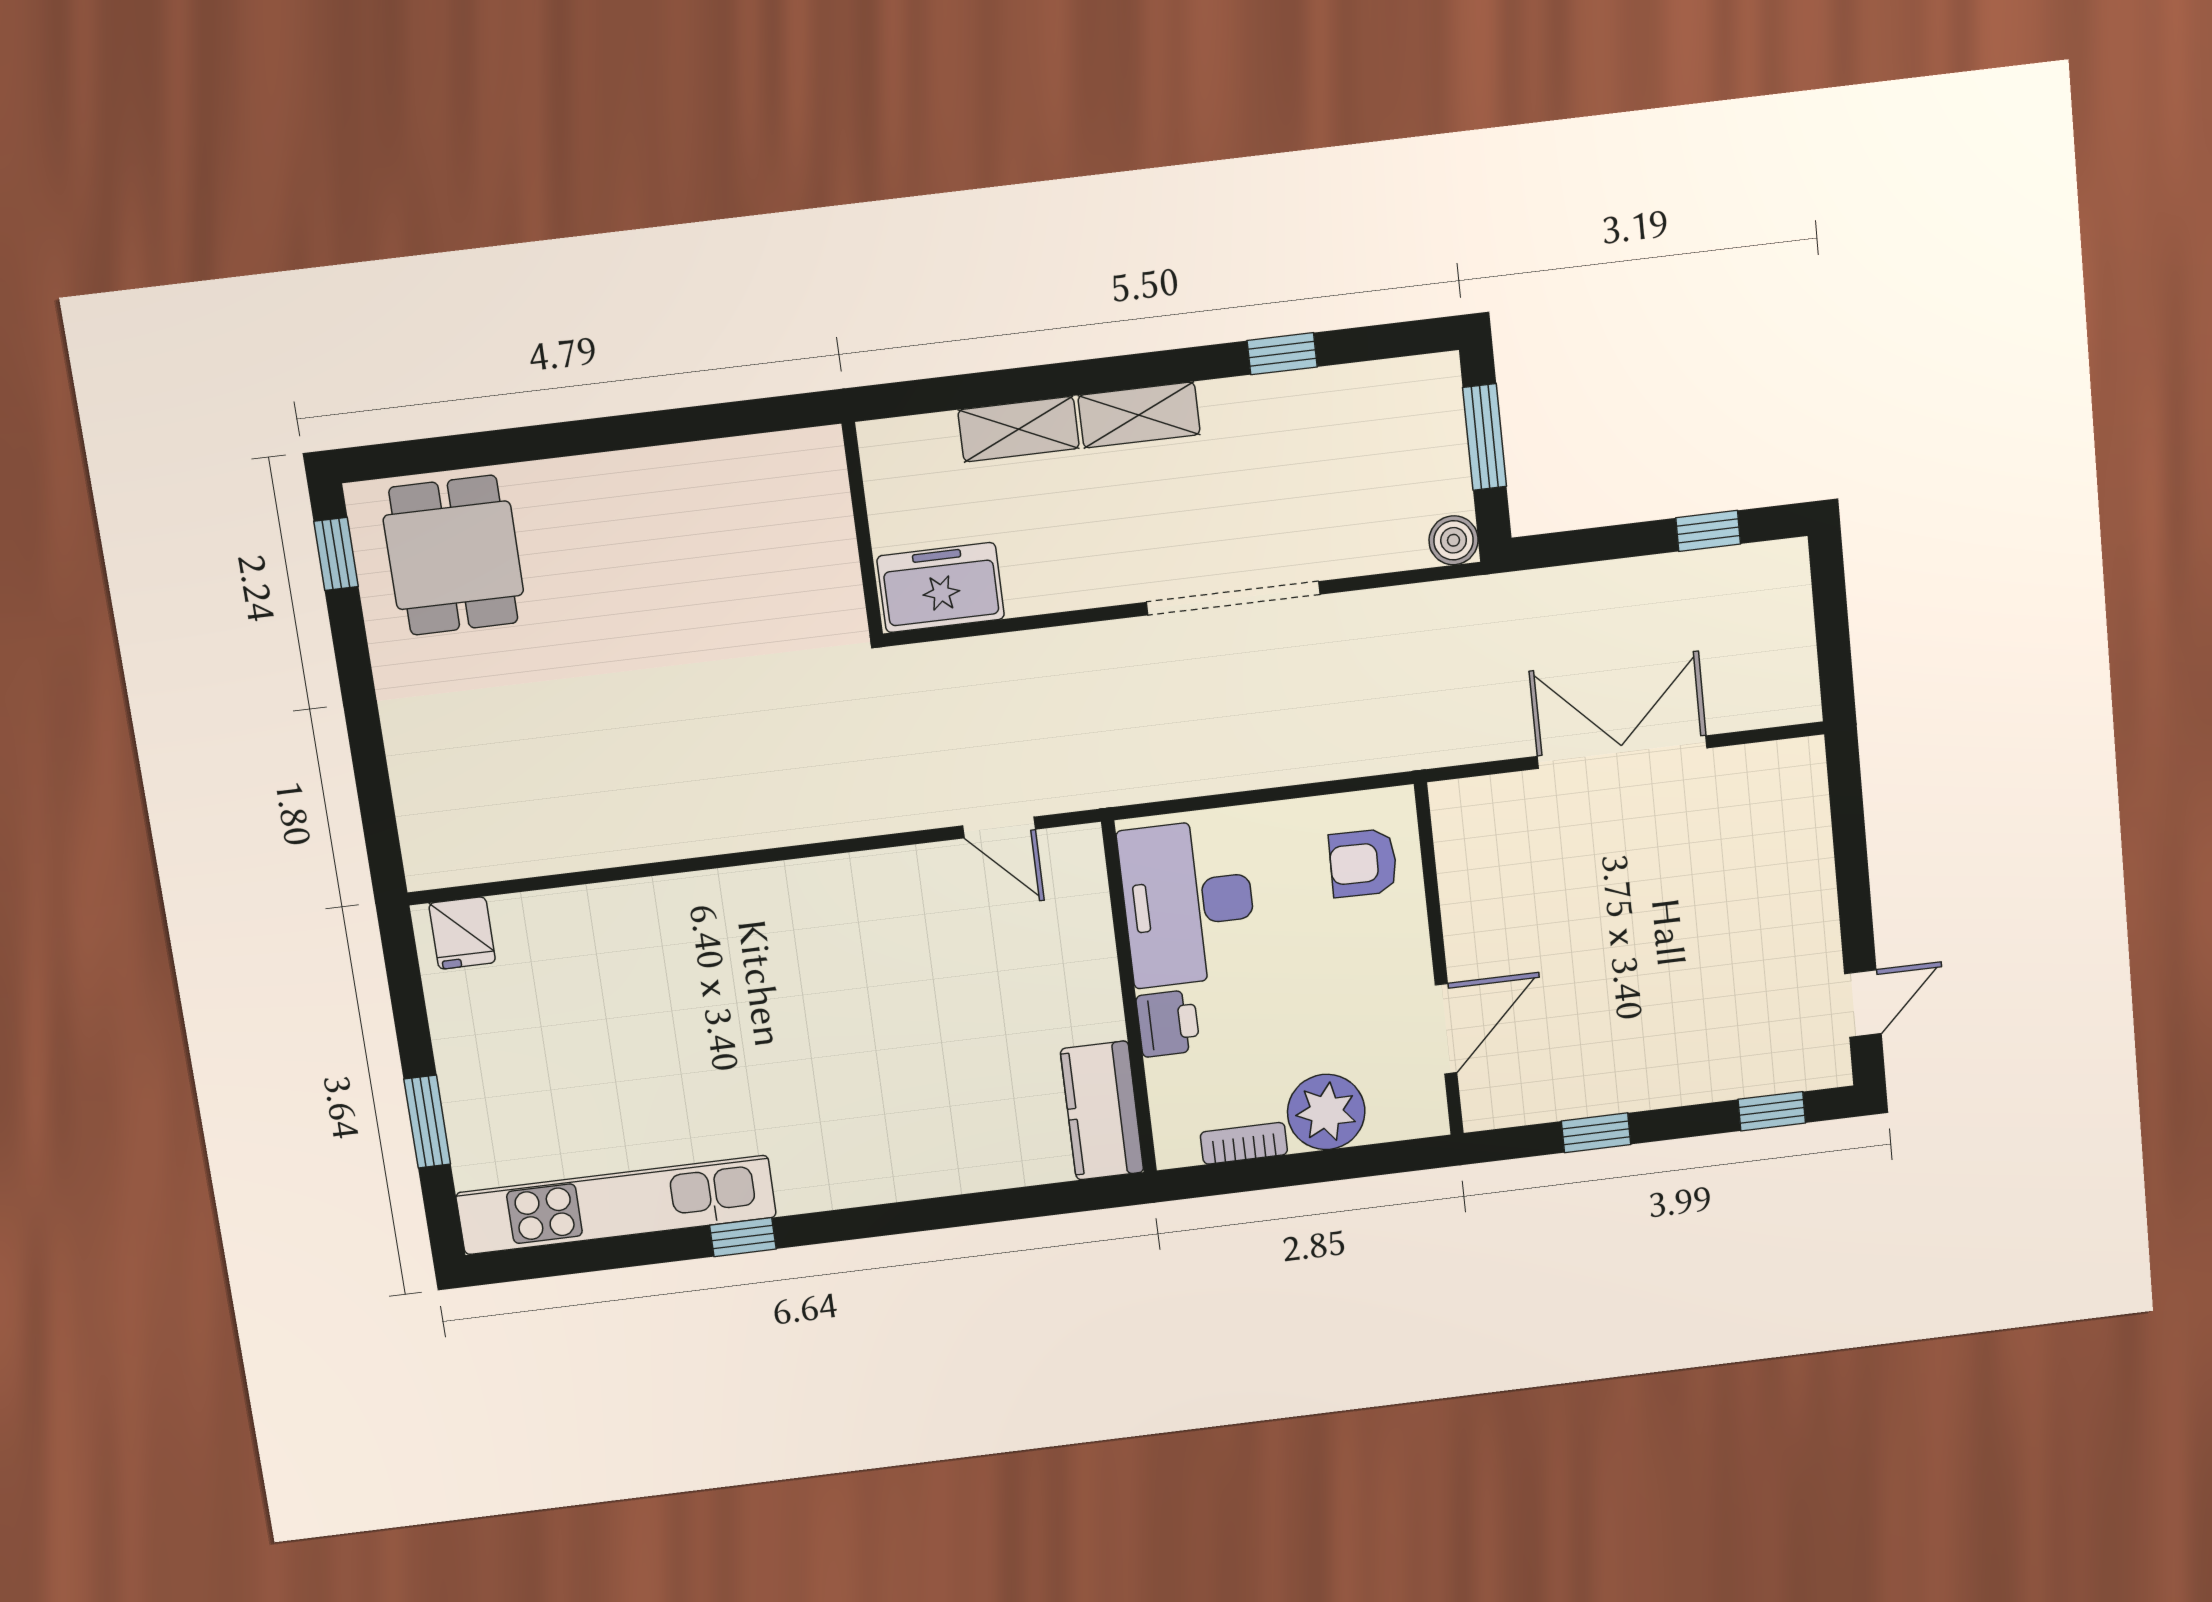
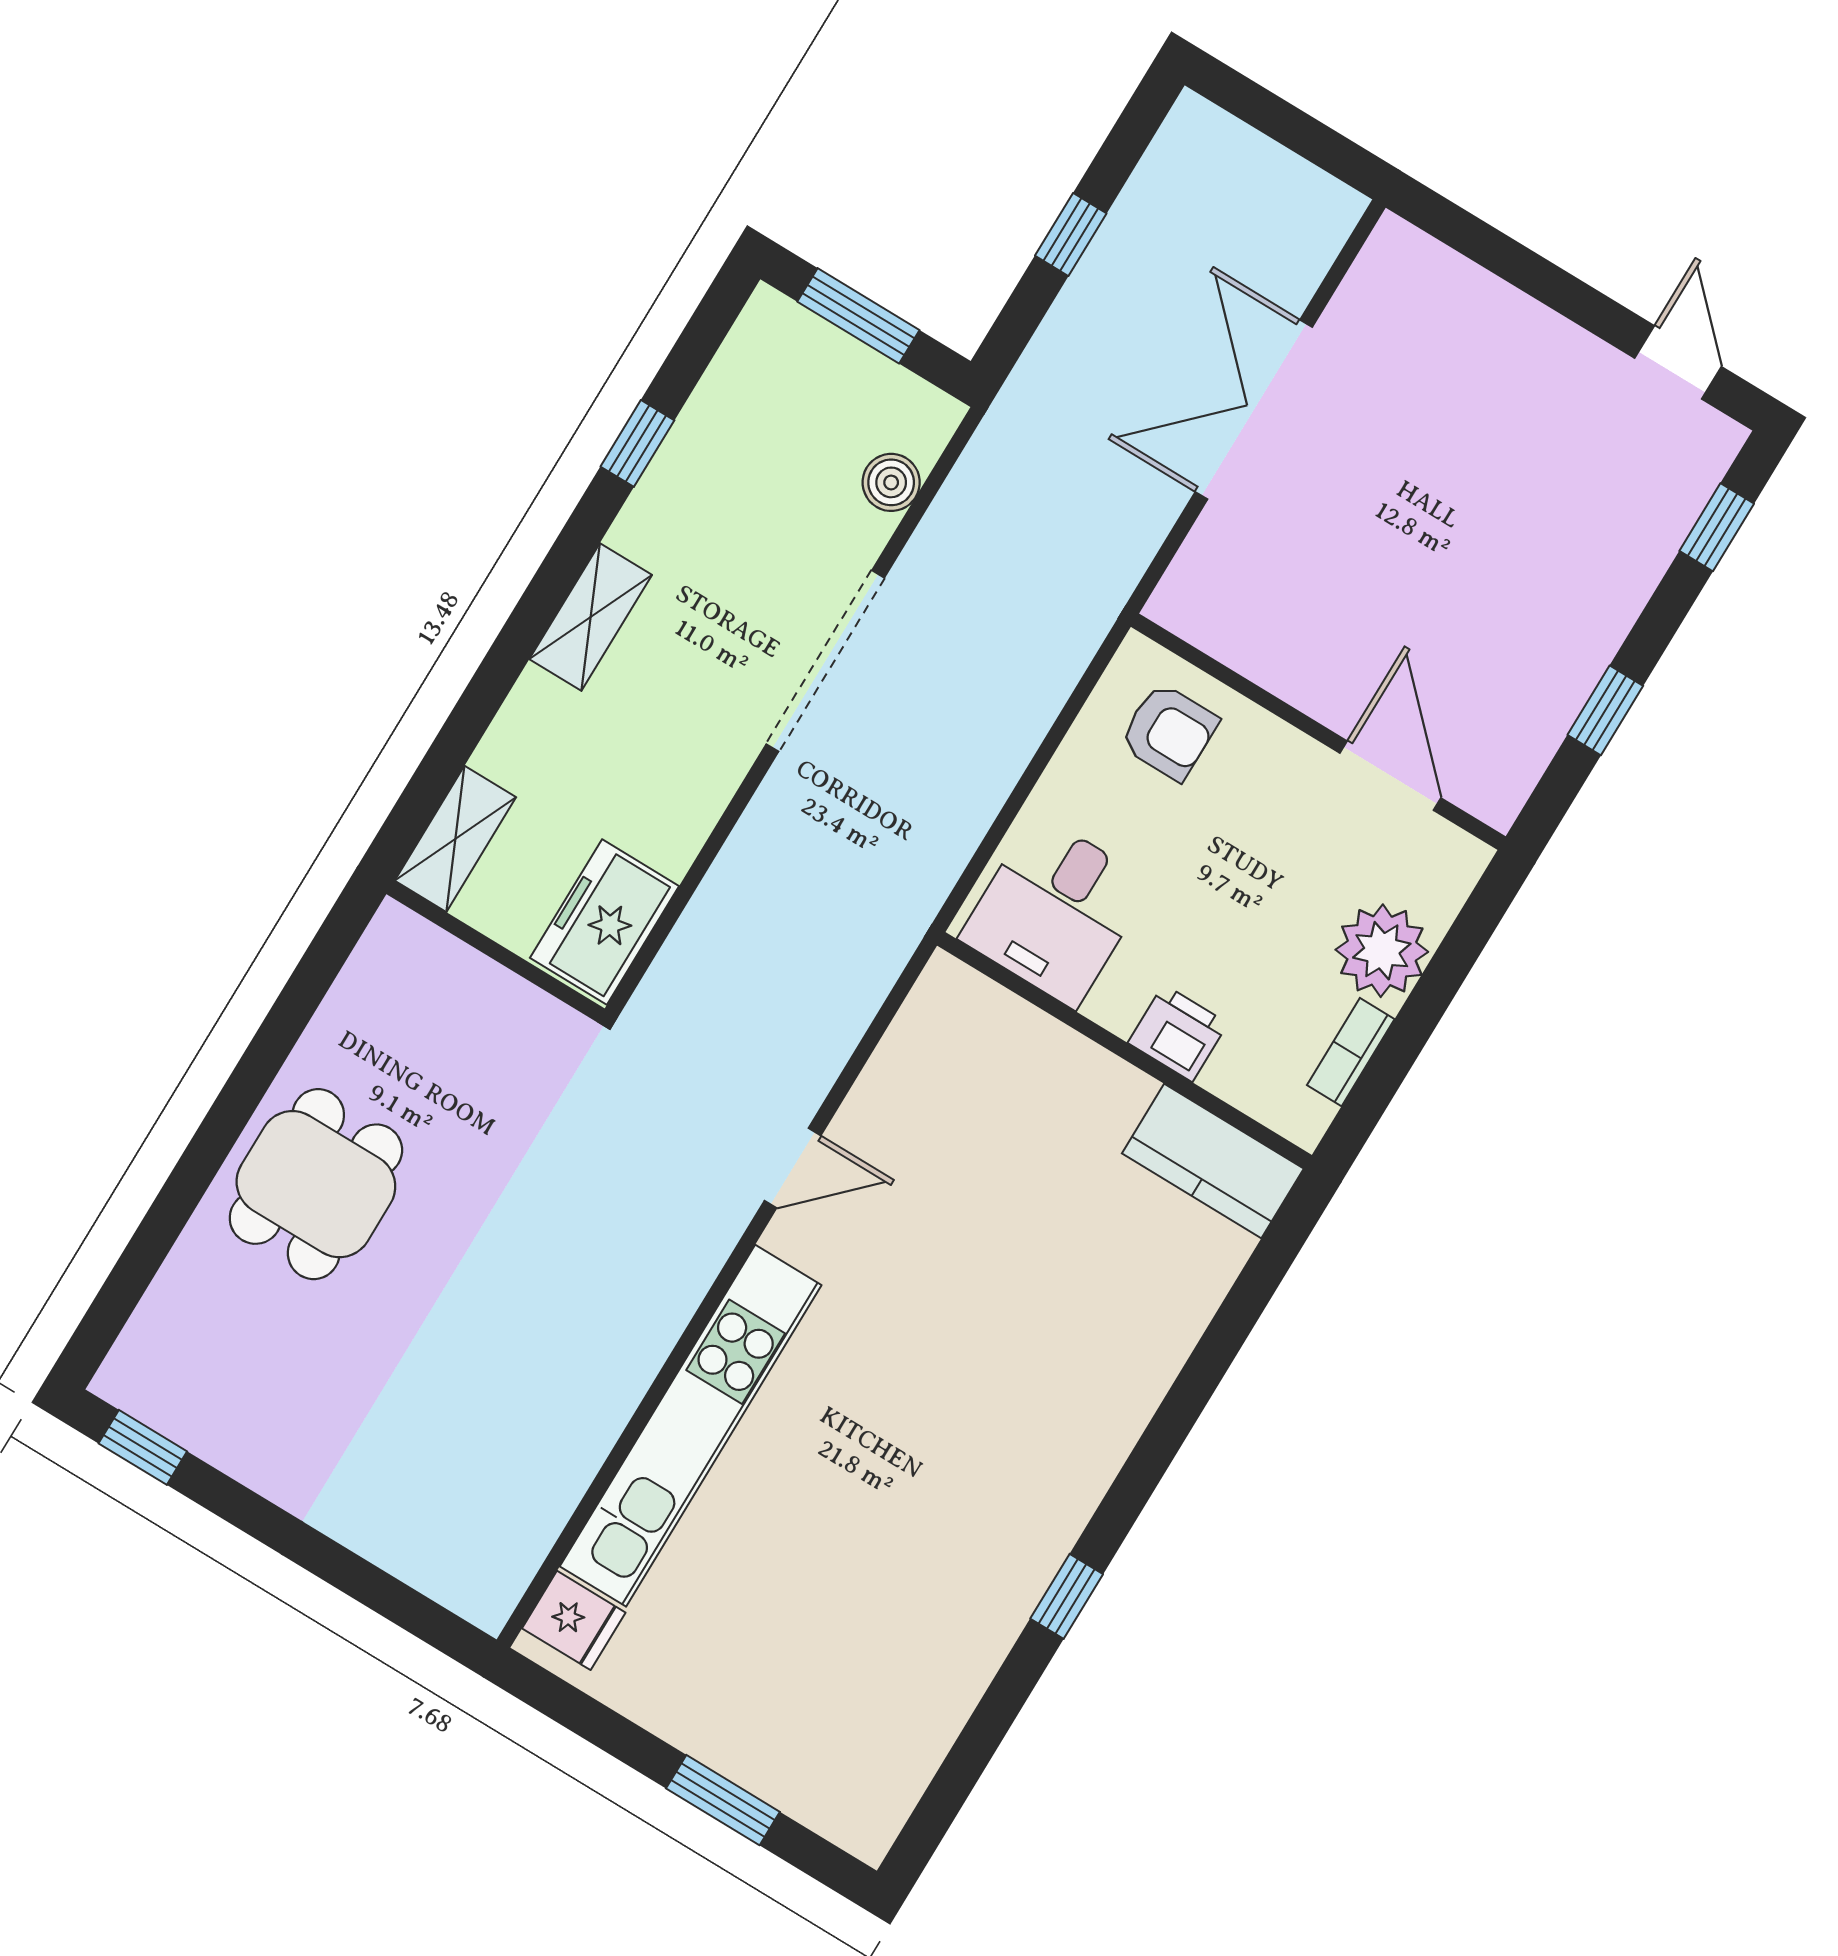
shelving: (1019, 429) -> (455, 839), moved
window: (1708, 531) -> (1071, 235), moved
boiler: (1454, 540) -> (891, 482), moved
dining table: (453, 555) -> (316, 1184), moved, turned 90
door: (999, 827) -> (793, 1168), moved
armchair: (1363, 863) -> (1169, 732), turned -91
desk: (1188, 903) -> (1055, 911), width x0.73
kitchen unit: (616, 1205) -> (691, 1426), moved, turned 180

